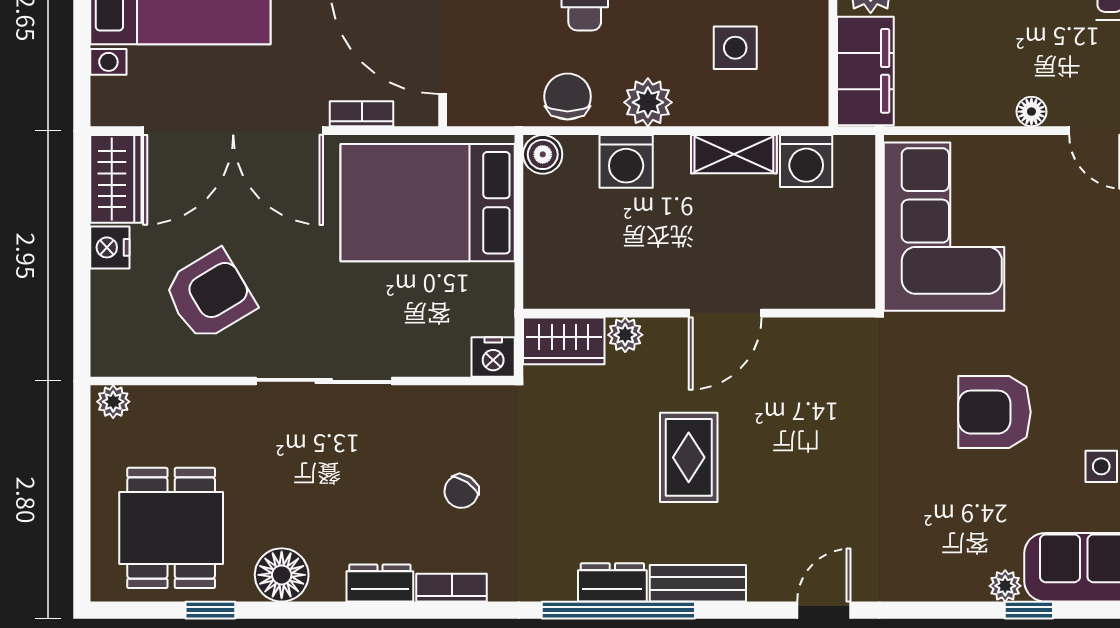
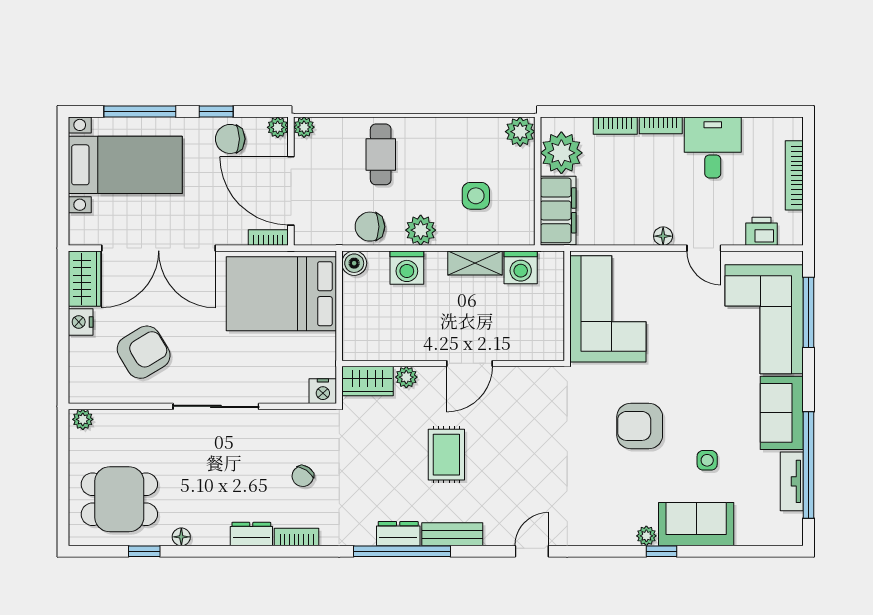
chair: (568, 97) -> (370, 227), turned -90
bookcase: (362, 114) -> (268, 238), moved
dining table: (171, 528) -> (119, 499), turned 90
floor lamp: (282, 575) -> (181, 537), width x0.53, depth x0.53

